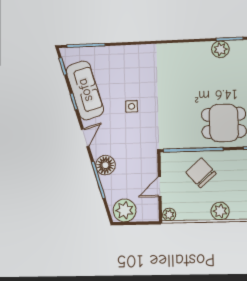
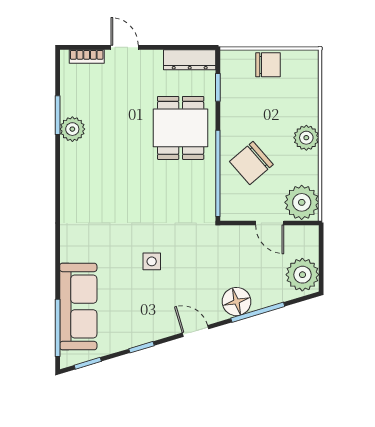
sofa: (85, 90) -> (78, 307), moved, turned 107
plant: (169, 215) -> (302, 202), width x1.87, depth x1.87

